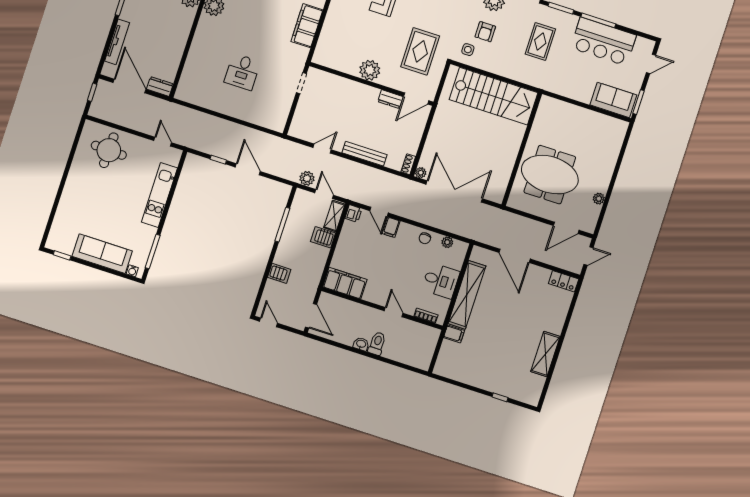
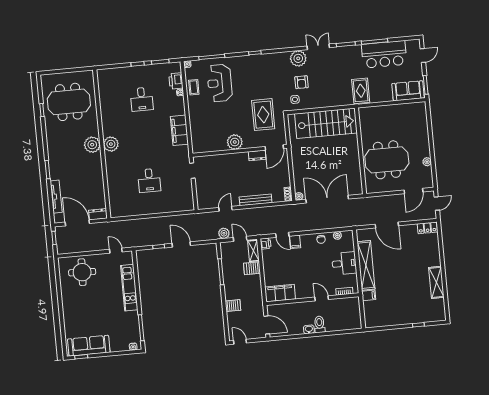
rug: (540, 42) -> (361, 91), moved
sofa: (102, 254) -> (89, 346), moved

